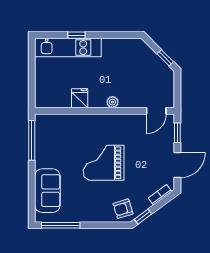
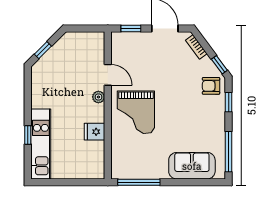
window: (165, 58) -> (43, 50), moved
door: (156, 111) -> (108, 75), moved
grand piano: (104, 163) -> (136, 112), moved
armchair: (123, 209) -> (211, 86), turned 107
window: (108, 225) -> (229, 102), added

